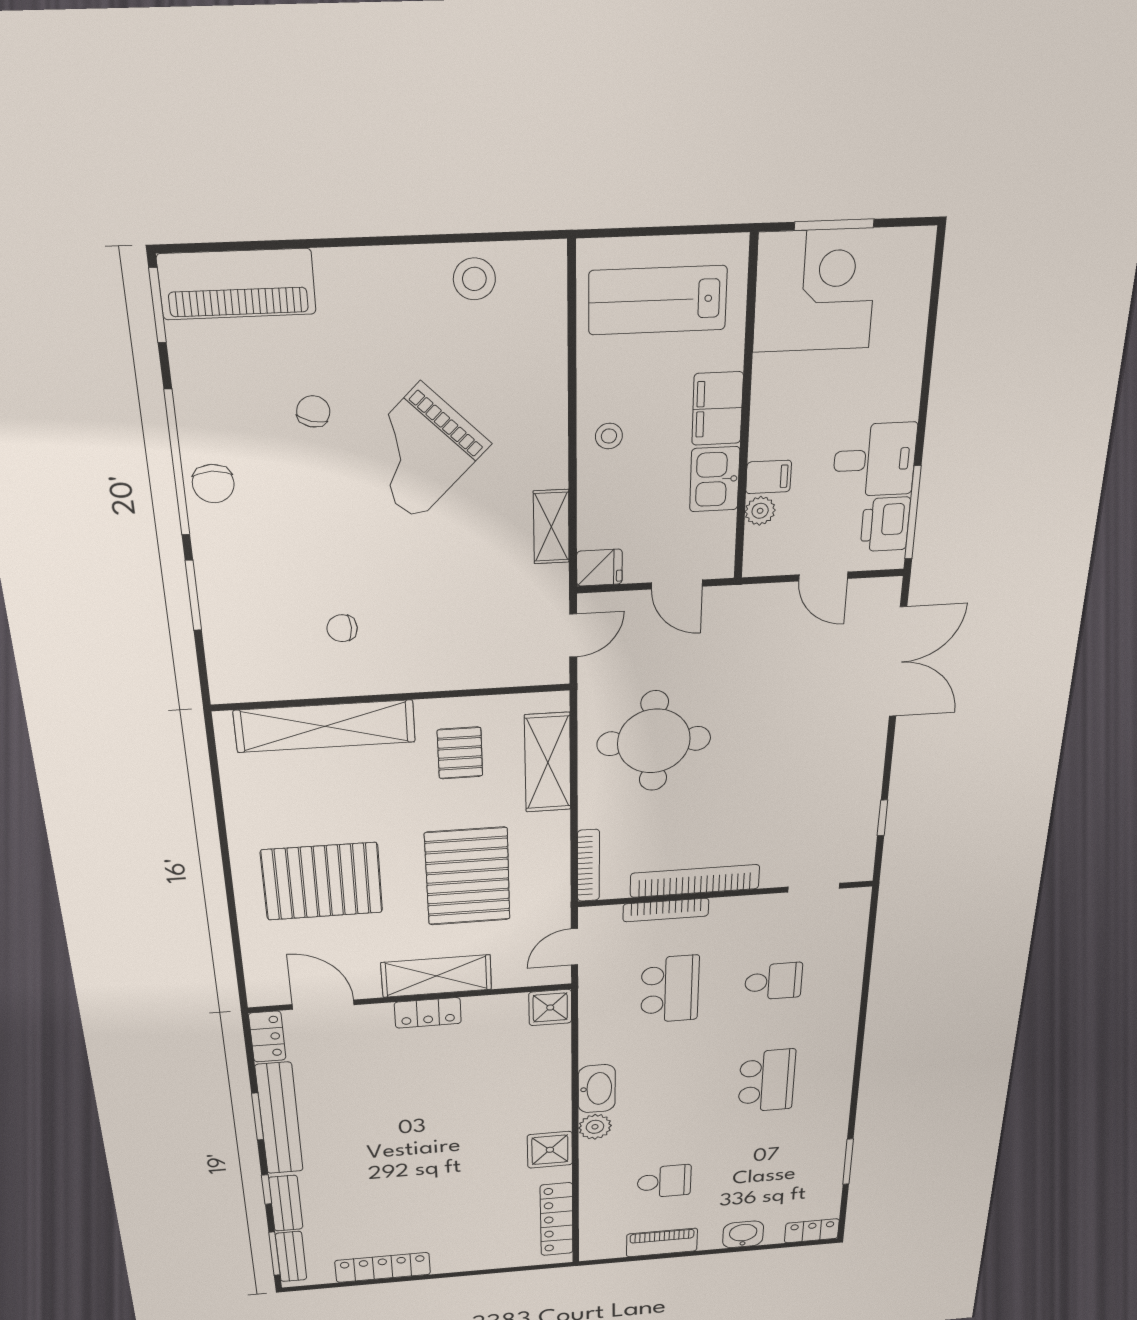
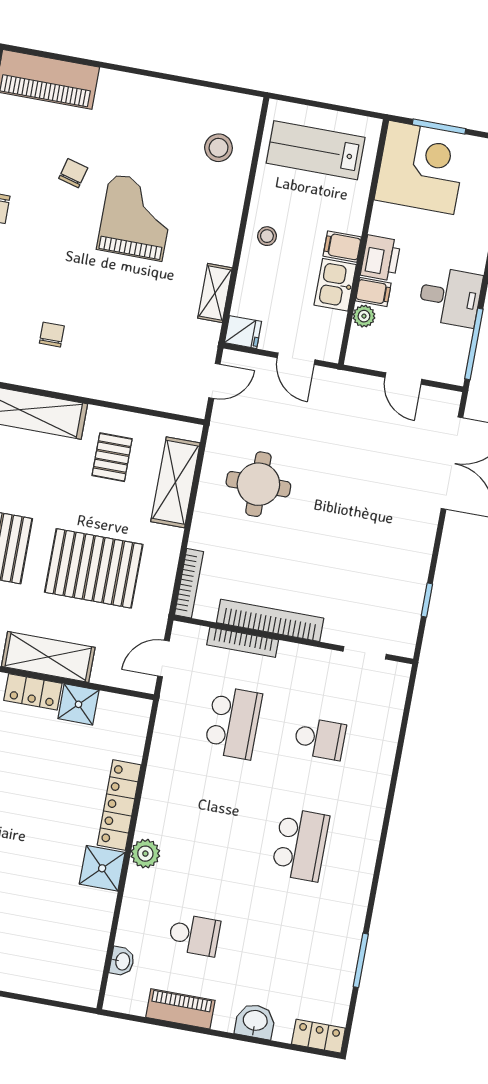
stool: (474, 279) -> (219, 148), moved
filing cabinet: (717, 409) -> (342, 247), width x0.50
grand piano: (419, 452) -> (136, 217), turned 135
printer: (885, 524) -> (381, 258), moved, turned 180
chair: (342, 628) -> (52, 335), turned 90
round table: (654, 741) -> (258, 484), width x0.73, depth x0.73
pallet: (468, 876) -> (94, 568), turned 90
shower: (550, 1008) -> (78, 704), moved
washbasin: (597, 1089) -> (122, 961), moved, width x0.52, depth x0.69
locker: (557, 1219) -> (119, 805), moved

